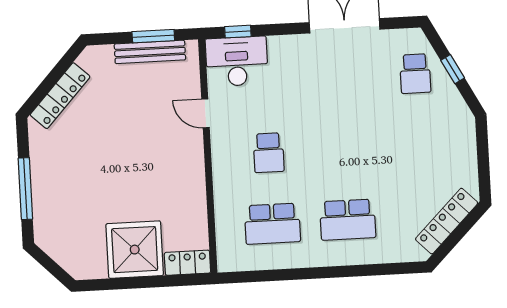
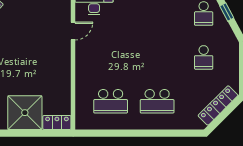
door: (206, 113) -> (73, 31), swing flipped
school desk: (269, 153) -> (204, 57), moved

